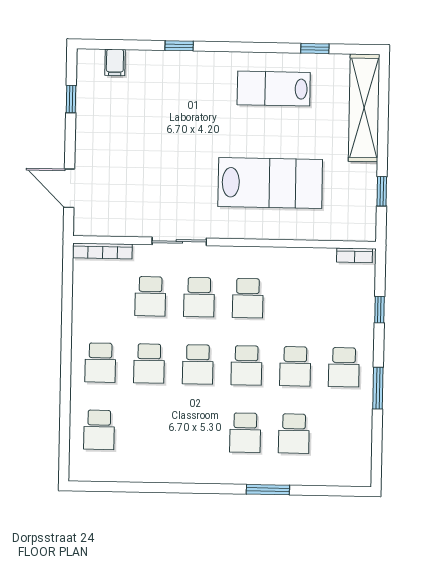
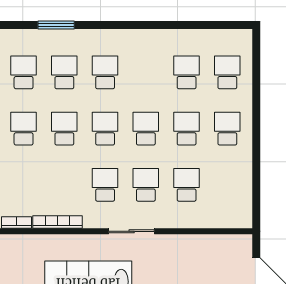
sliding door: (179, 241) -> (132, 231), moved
bookcase: (102, 251) -> (58, 222), moved
school desk: (148, 431) -> (187, 72), added
school desk: (343, 434) -> (24, 72), added
window: (268, 490) -> (56, 25), moved

